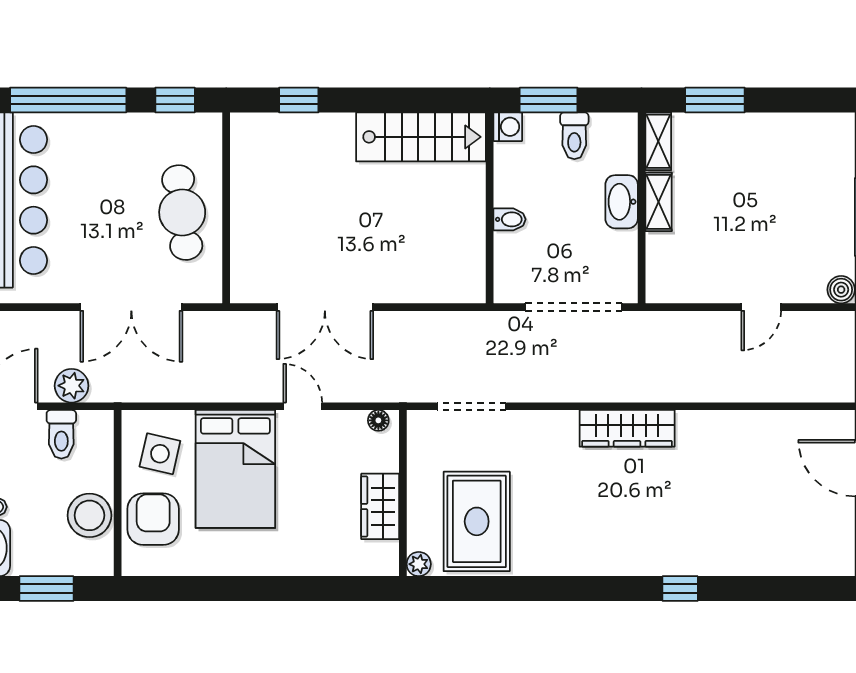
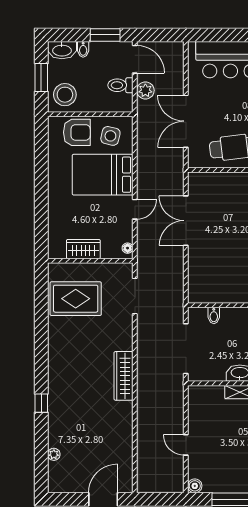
bidet: (509, 219) -> (214, 316), moved
stool: (89, 515) -> (65, 95), moved
plant: (419, 564) -> (54, 454), moved

